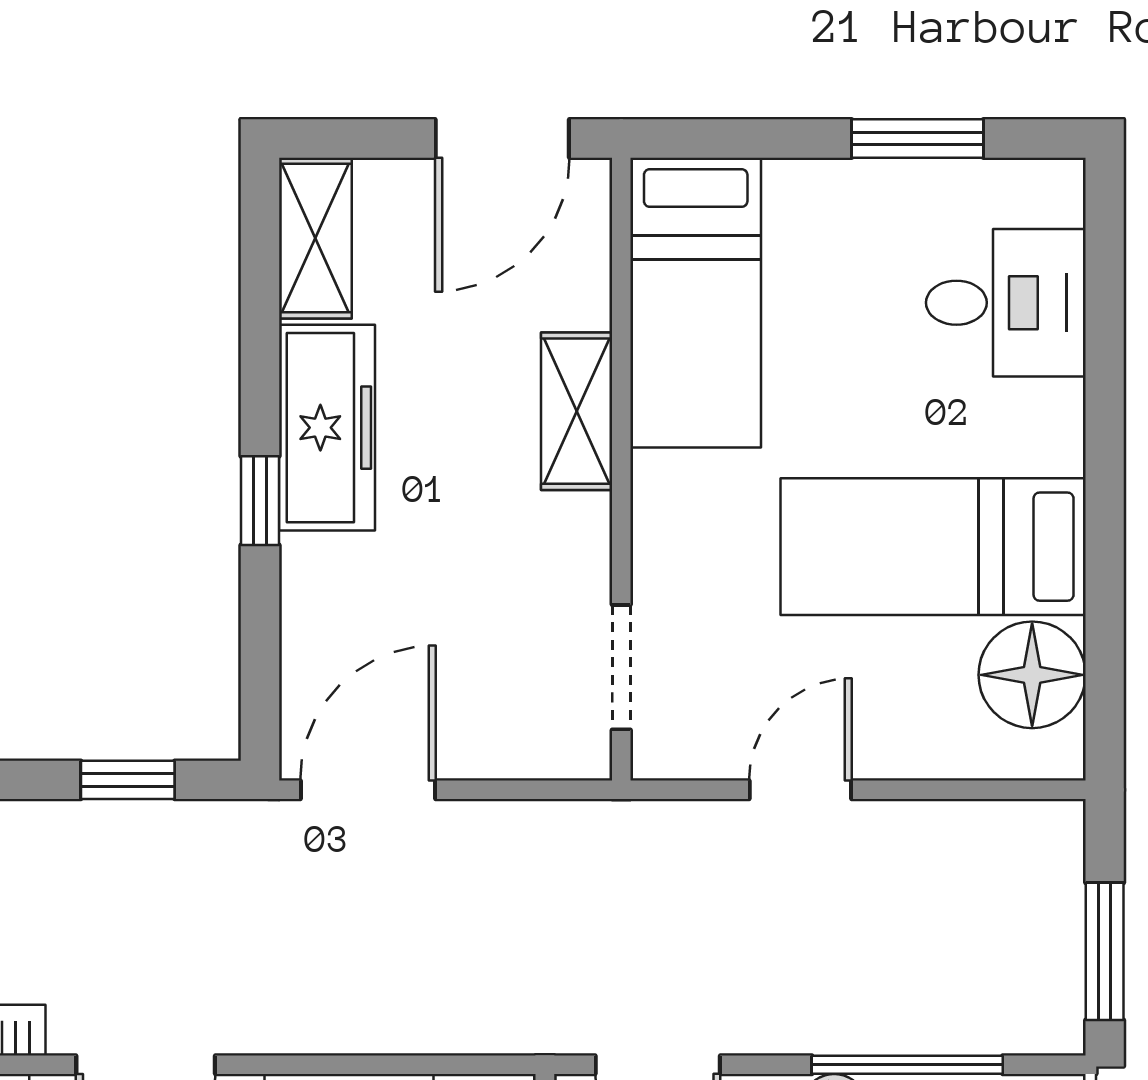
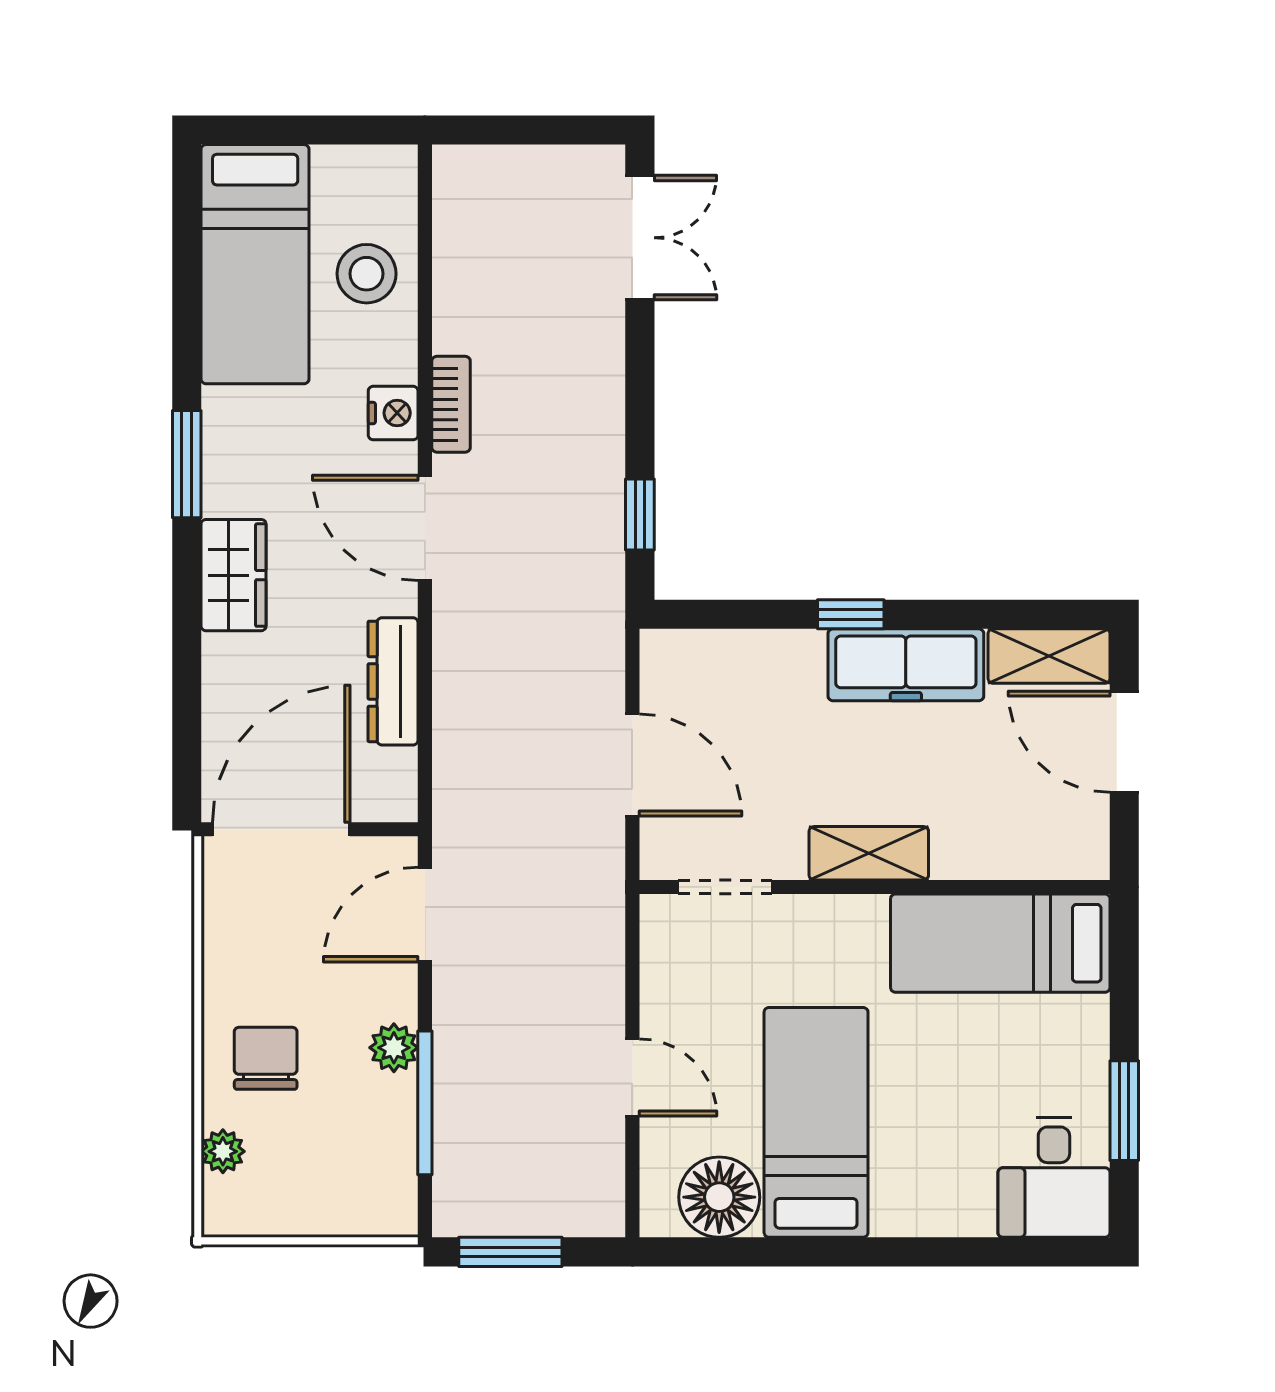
door: (502, 138) -> (1124, 742), moved
desk: (1006, 303) -> (1054, 1177), moved
shelving: (577, 411) -> (869, 853), moved
door: (368, 790) -> (632, 765), moved
door: (800, 790) -> (632, 1077), moved

